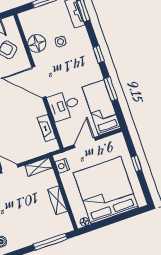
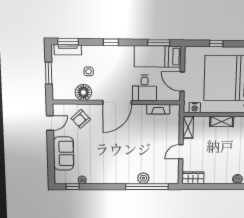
window: (111, 89) -> (159, 43), moved

